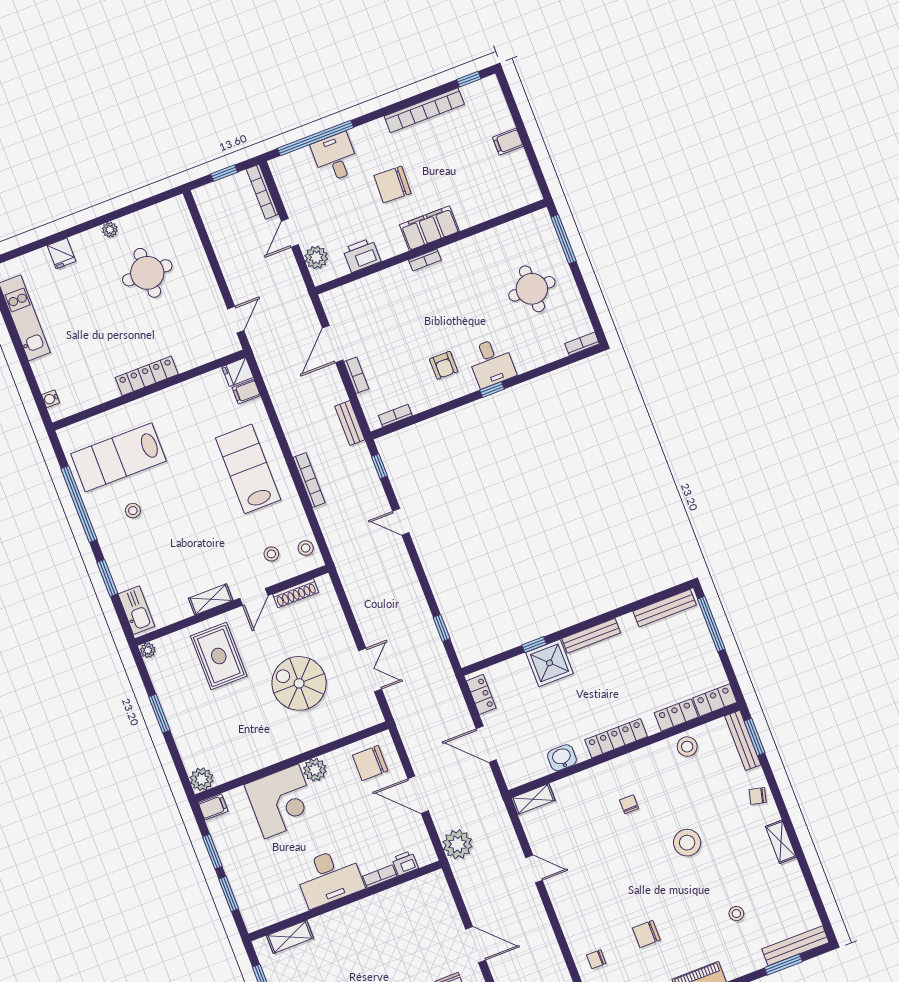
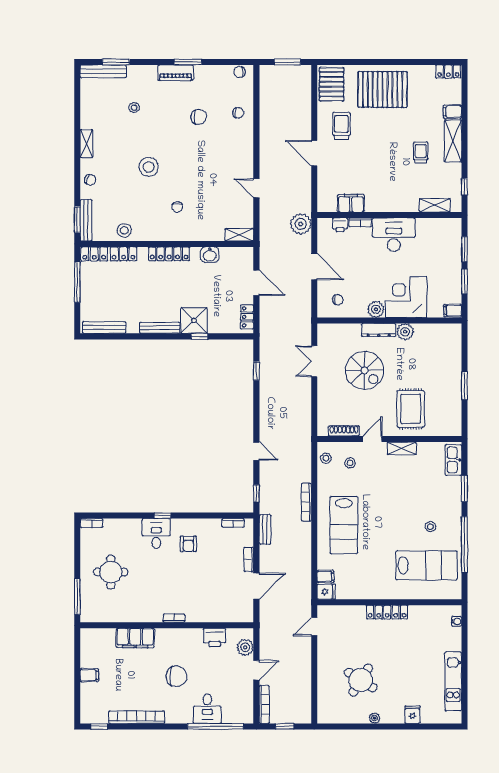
filing cabinet: (429, 228) -> (135, 638), moved
round table: (147, 273) -> (361, 680), turned 32
armchair: (444, 365) -> (188, 544), turned 180
window: (711, 624) -> (77, 282), moved
plant: (148, 650) -> (456, 431), removed
dresser: (301, 744) -> (379, 330), added
chair: (370, 763) -> (338, 300), width x0.54, depth x0.54
plant: (202, 779) -> (405, 332), moved
filing cabinet: (402, 897) -> (351, 203), added

